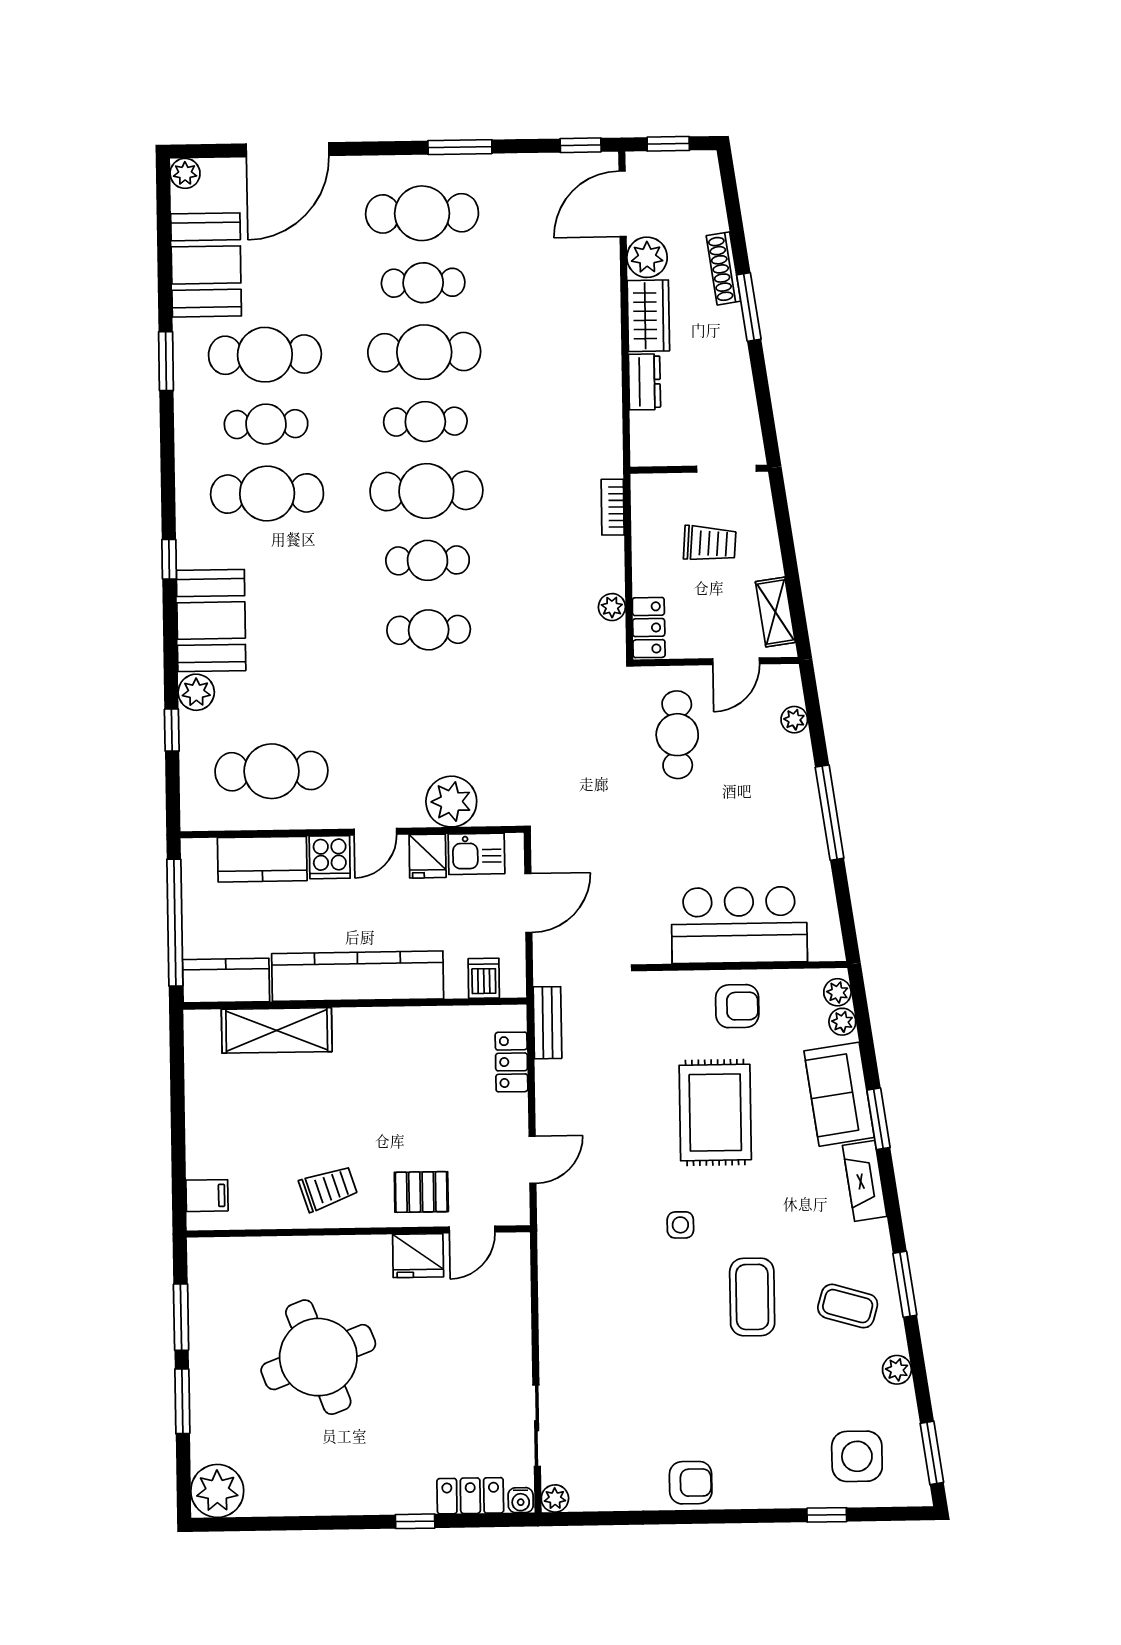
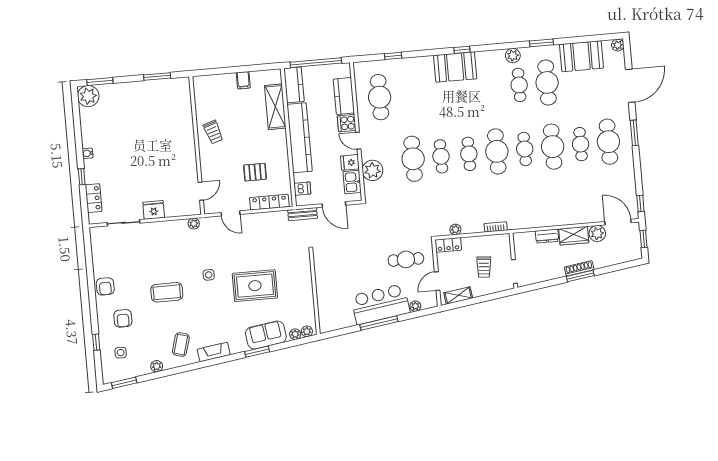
window: (460, 147) -> (634, 133), moved
door: (288, 150) -> (630, 86), swing flipped
shoe rack: (723, 268) -> (579, 268), moved
cafe table: (267, 493) -> (413, 159), moved
booth: (211, 621) -> (455, 67), moved
door: (736, 661) -> (437, 281), hinge flipped
plant: (196, 692) -> (513, 56), moved
bar counter: (739, 925) -> (380, 304), moved, turned -98
armchair: (737, 1006) -> (123, 318), moved
bench: (548, 1023) -> (303, 214), moved
locker: (512, 1062) -> (269, 202), width x1.53
fireplace: (865, 1181) -> (214, 352), moved
pallet: (421, 1192) -> (255, 172), moved, turned 90
filing cabinet: (207, 1196) -> (243, 80), moved
door: (472, 1230) -> (201, 191), swing flipped
fridge: (418, 1256) -> (154, 210), moved, turned 90
window: (905, 1284) -> (191, 367), removed
coffee table: (752, 1297) -> (167, 292), moved
round table: (318, 1357) -> (145, 133), removed
window: (182, 1401) -> (100, 82), moved
side table: (857, 1456) -> (121, 353), width x0.54, depth x0.54
plant: (555, 1498) -> (194, 224), moved
water cooler: (521, 1500) -> (88, 153), moved

